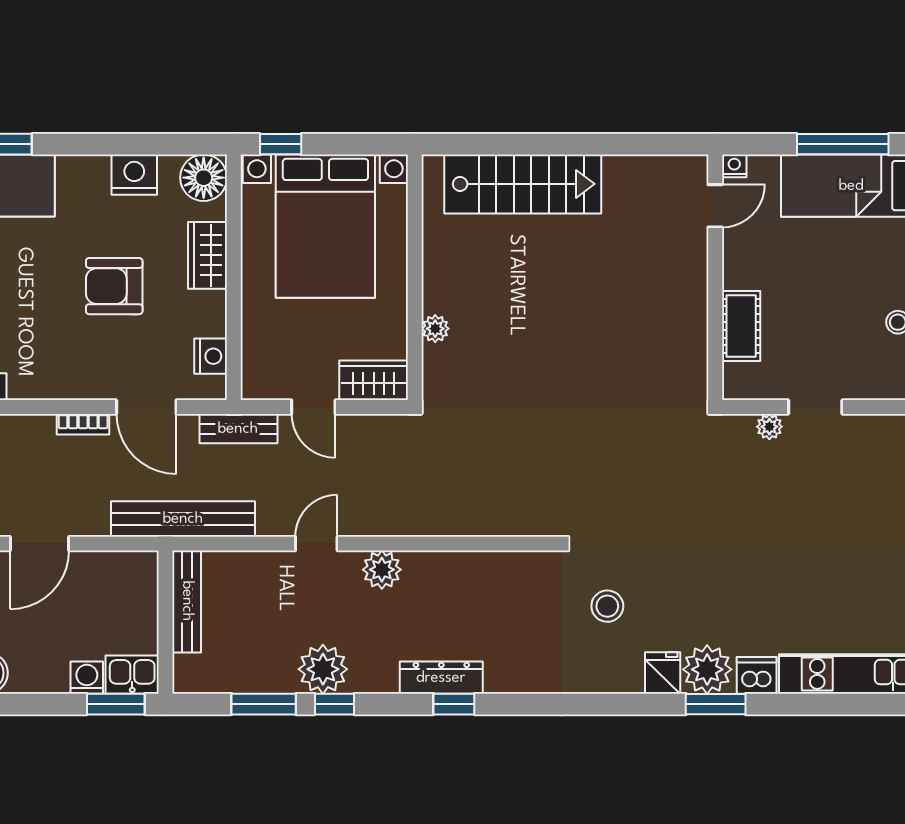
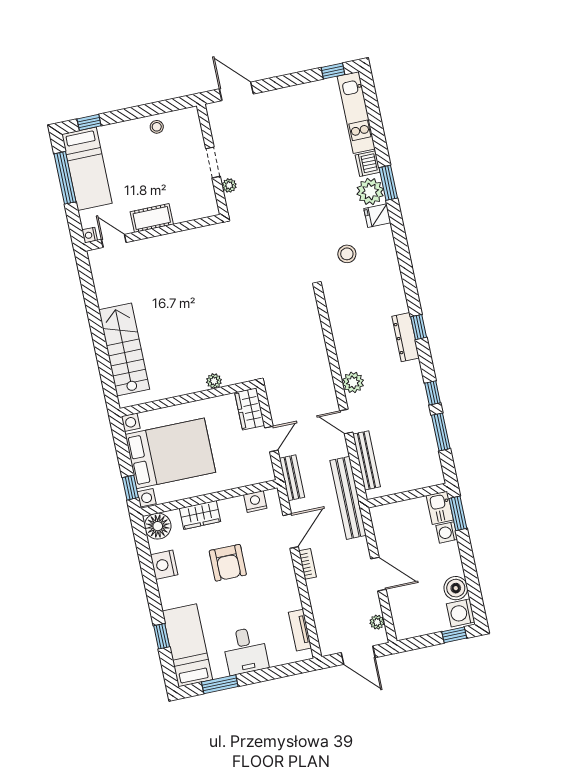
cot: (741, 326) -> (152, 218), moved
bench: (187, 601) -> (367, 460), moved, turned 90
plant: (323, 669) -> (415, 403), removed

